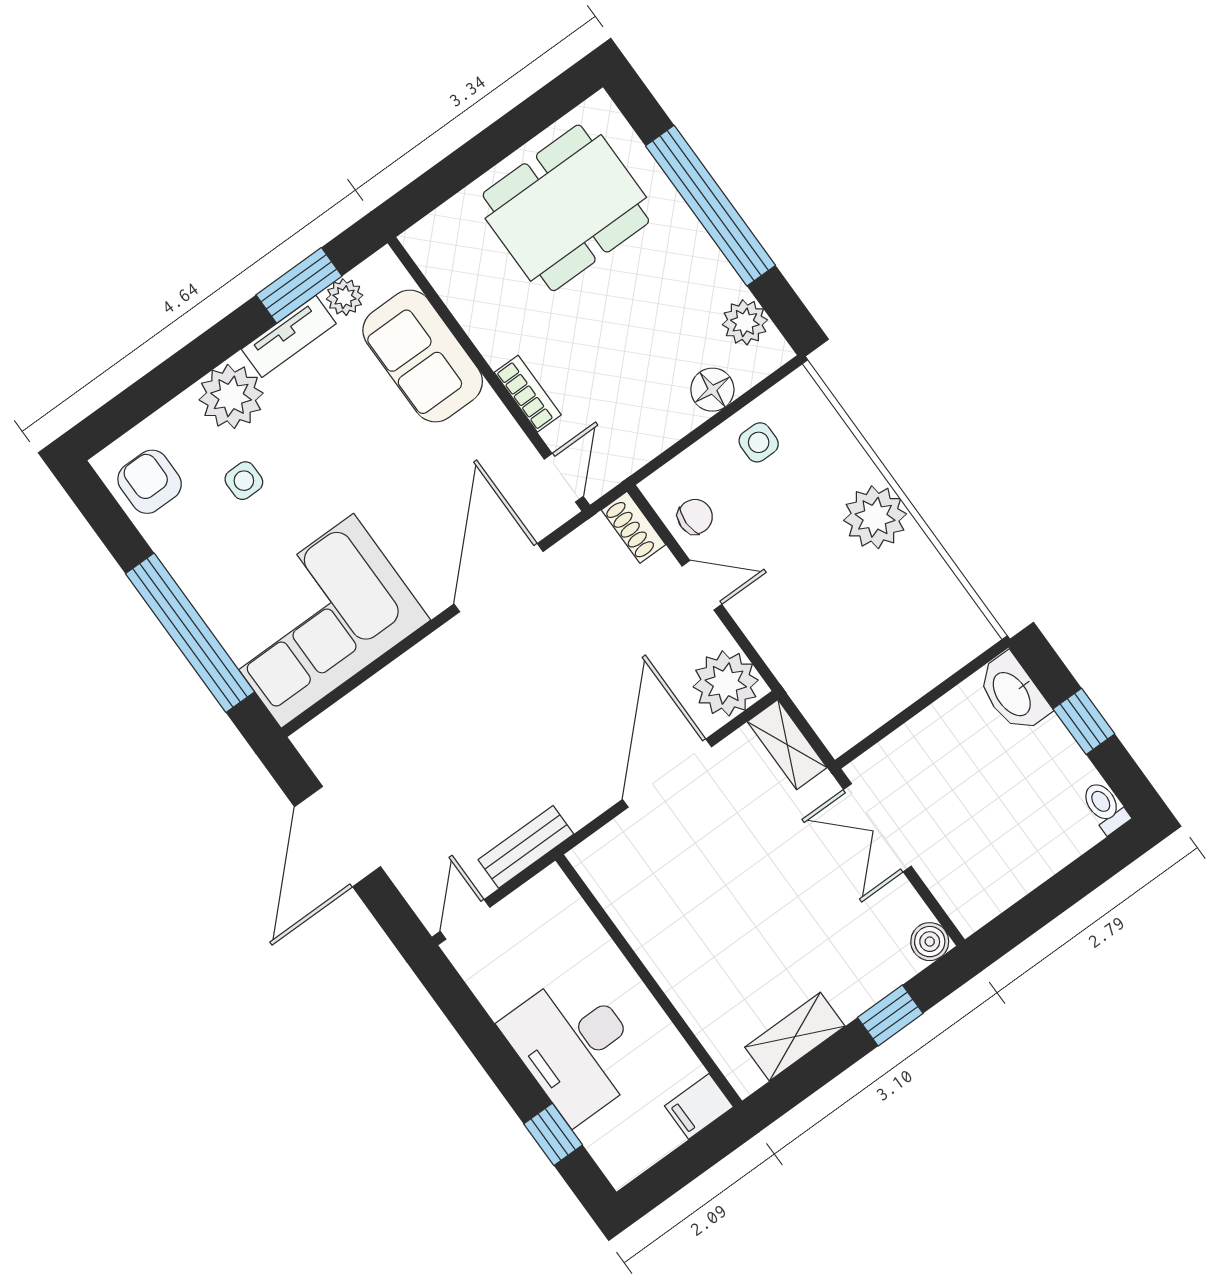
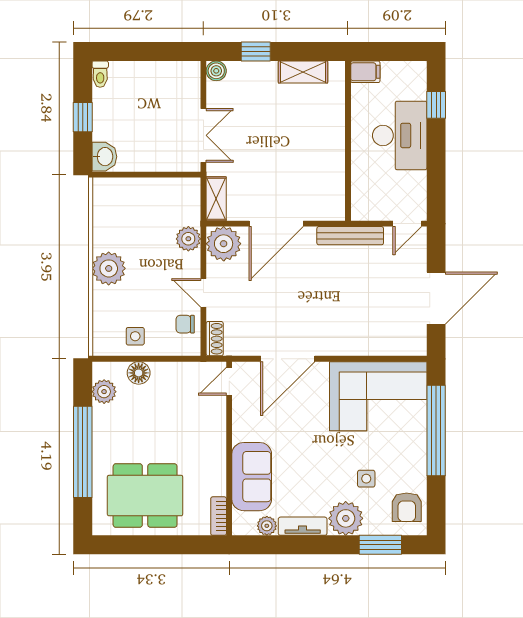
window: (299, 285) -> (380, 545), moved
bookcase: (528, 394) -> (219, 516), moved
plant: (785, 652) -> (188, 239), added
washbasin: (1013, 693) -> (104, 157), width x0.72
bench: (526, 847) -> (350, 236), width x1.36

